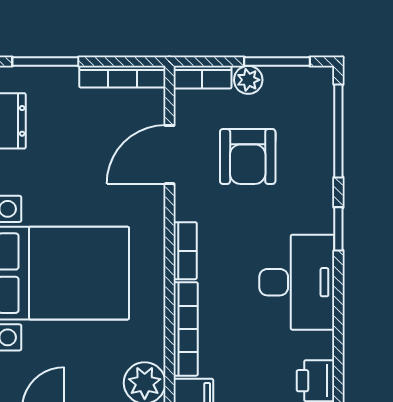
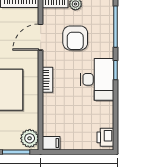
desk: (297, 282) -> (97, 79), moved
bookcase: (186, 329) -> (48, 114), removed

